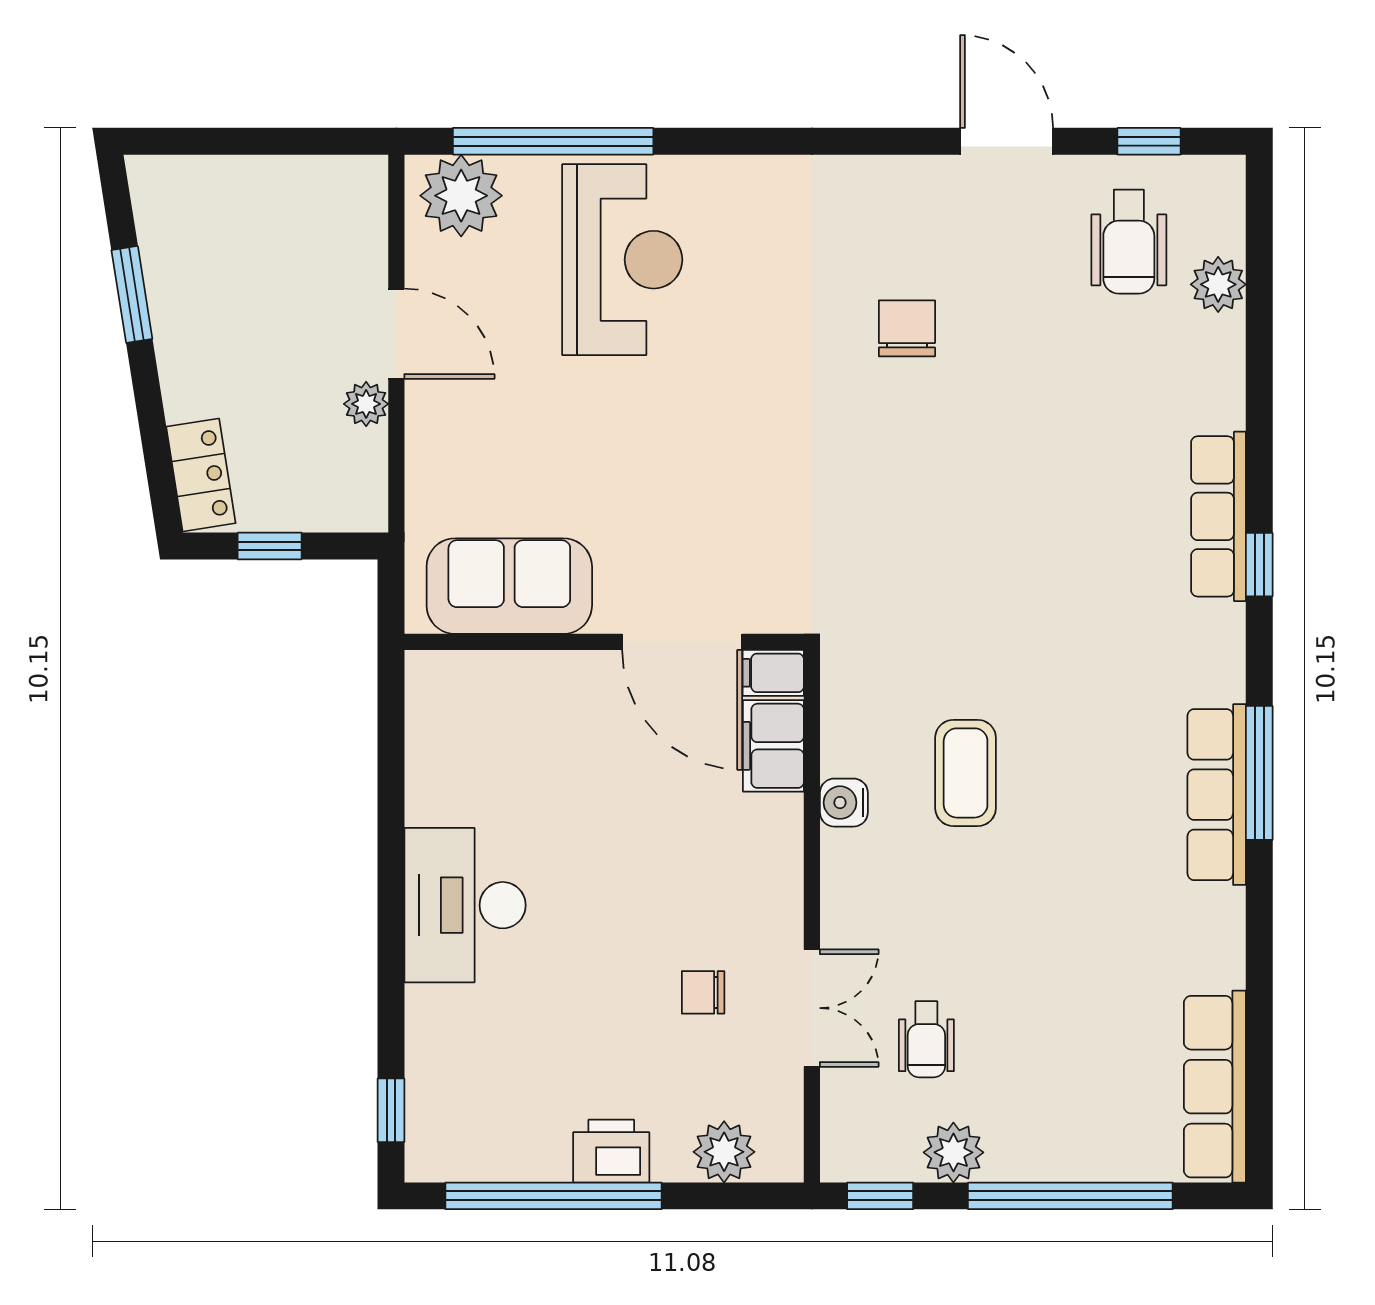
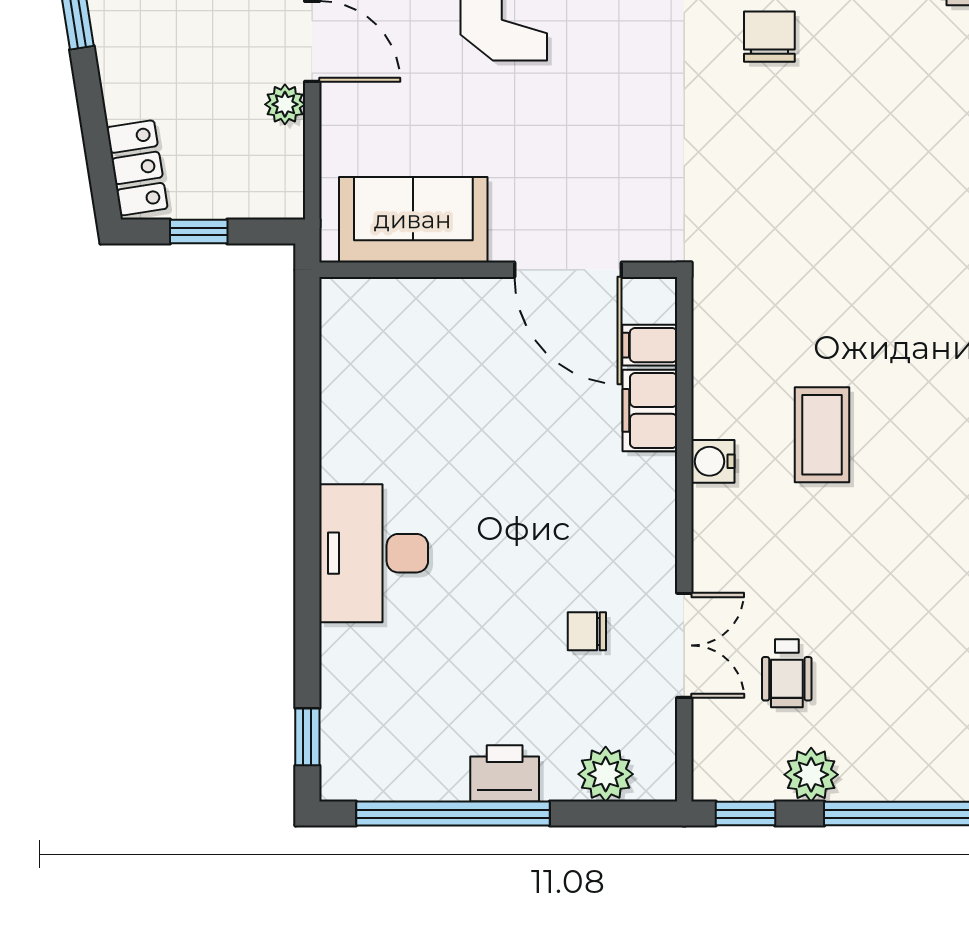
sofa: (509, 586) -> (413, 220), moved
wall: (604, 642) -> (498, 270), moved
door: (682, 642) -> (568, 270), moved

